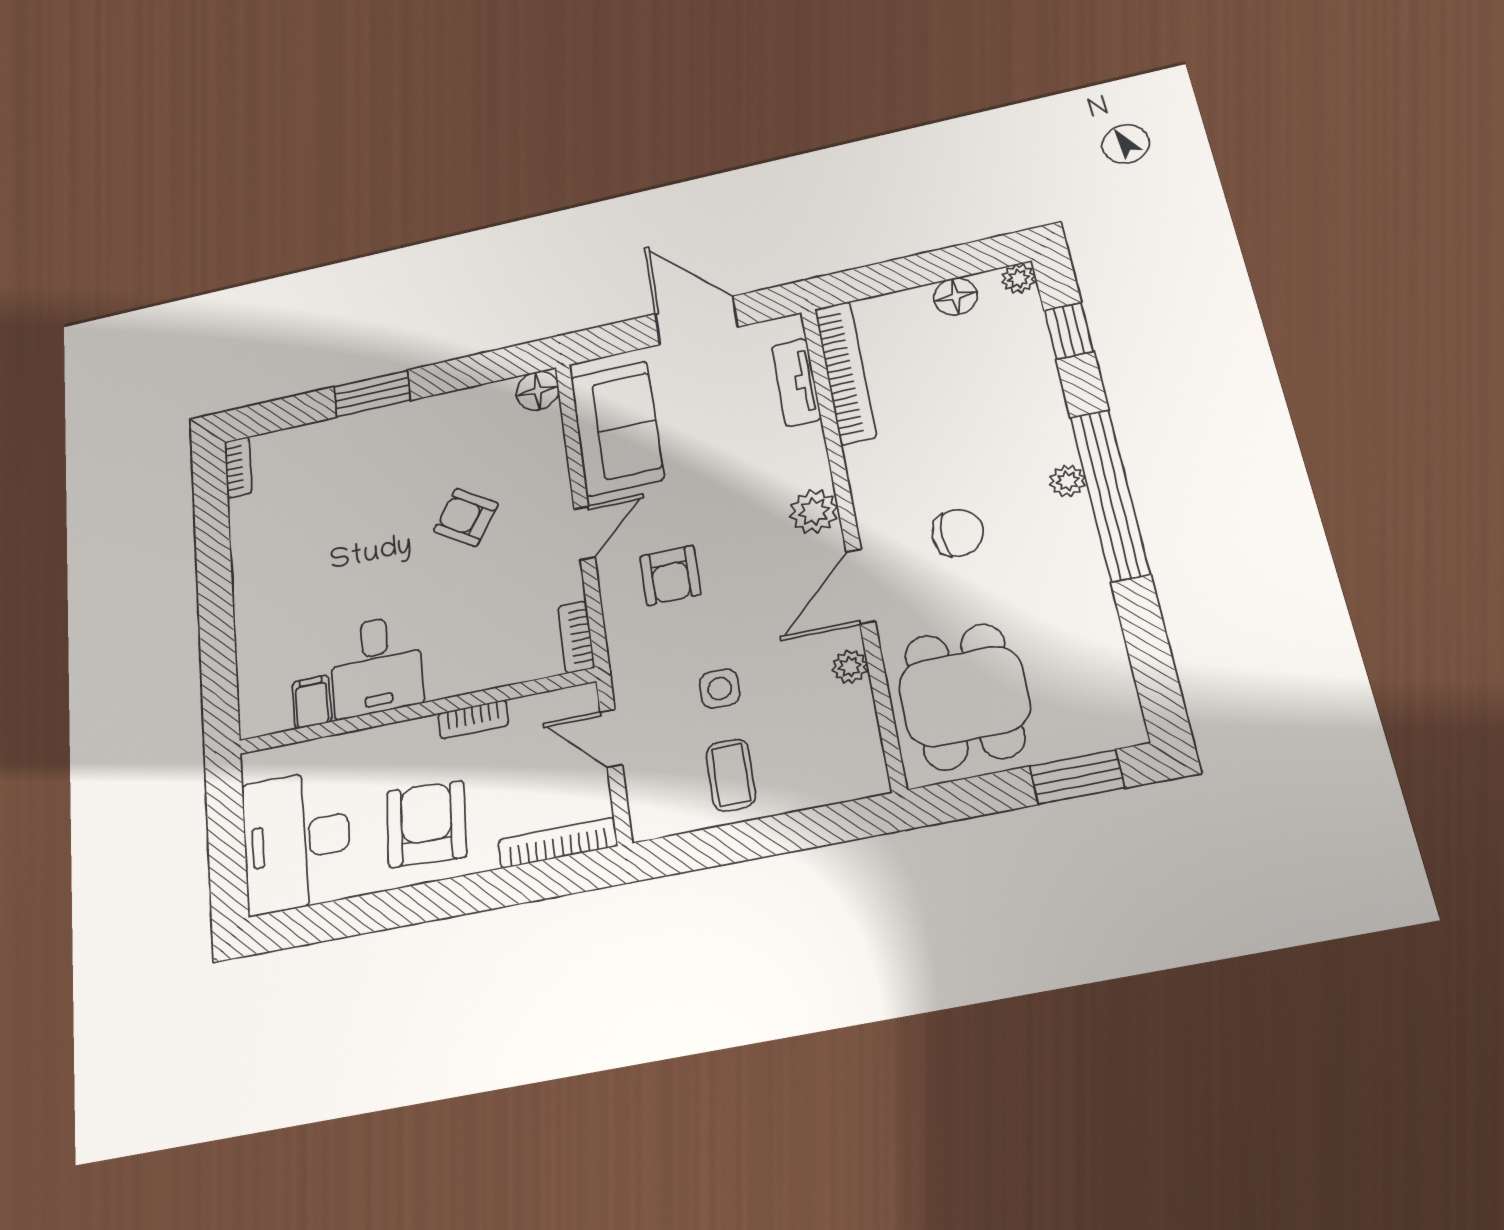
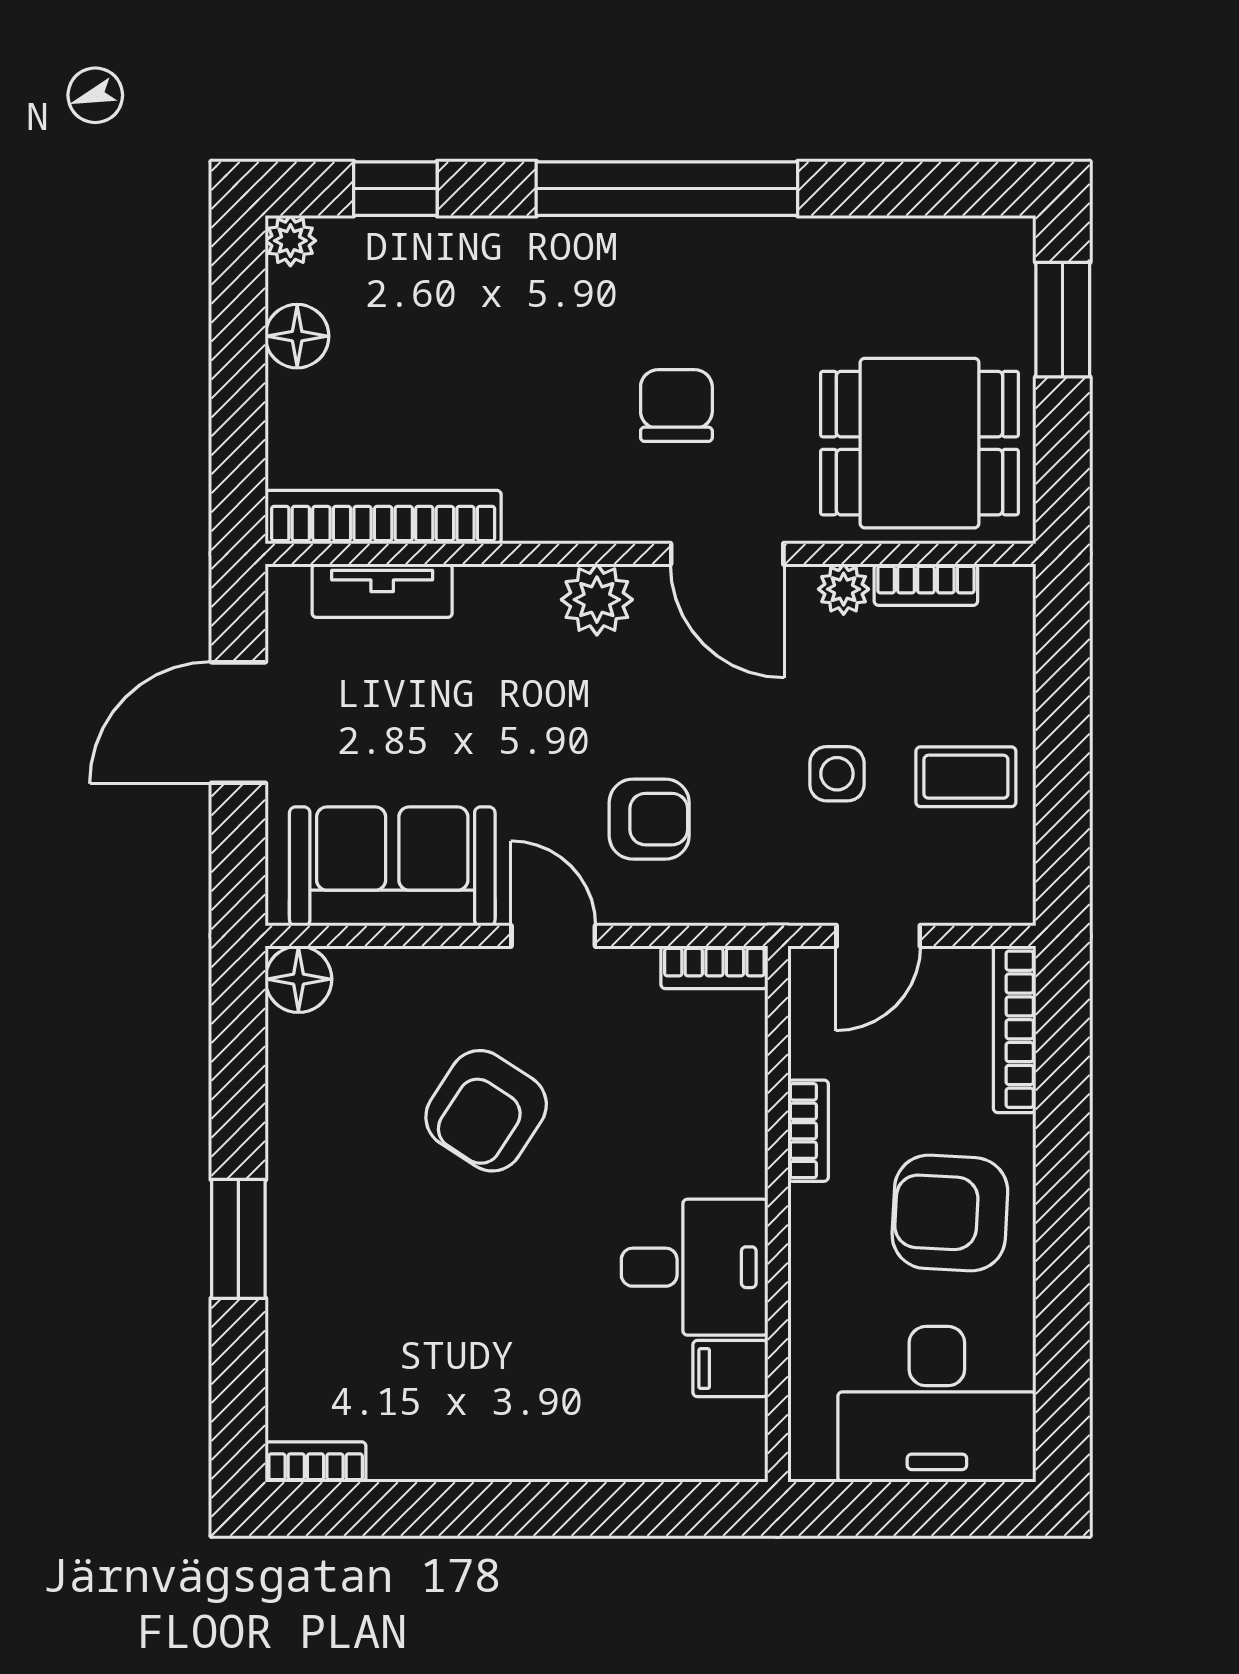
plant: (1067, 481) -> (632, 241), removed
armchair: (466, 517) -> (486, 1111), width x1.38, depth x1.38
bookcase: (863, 721) -> (926, 585), added

